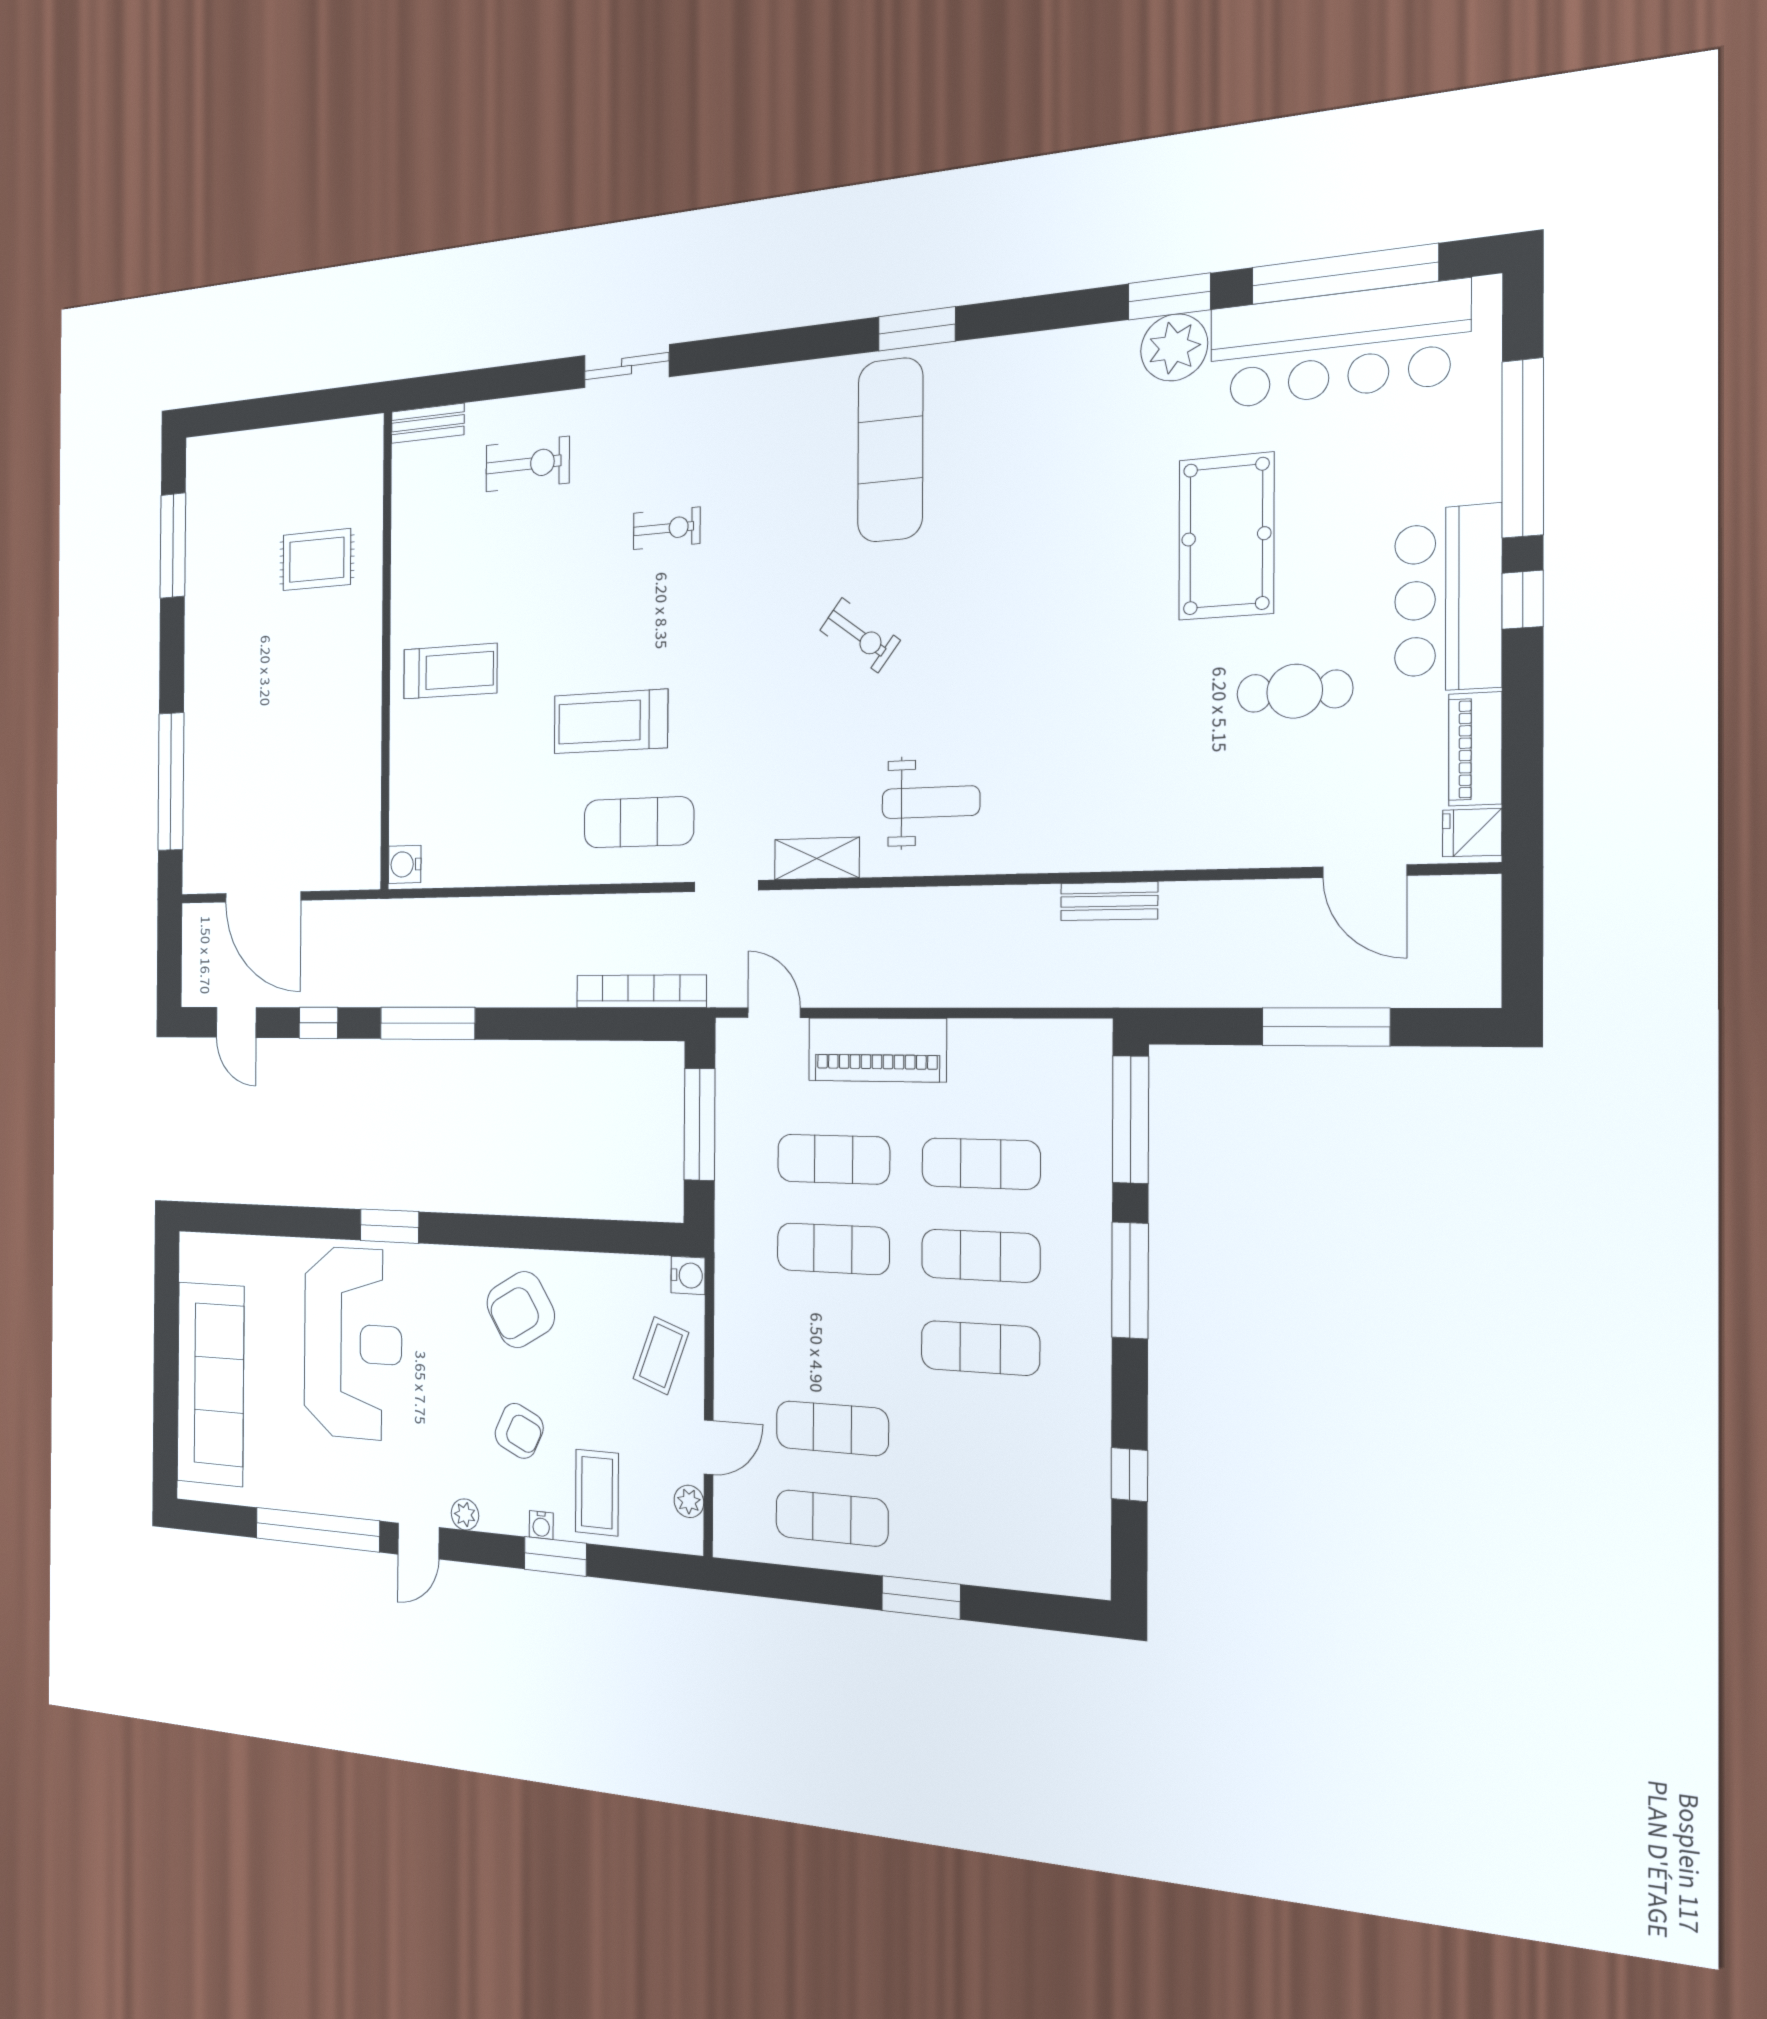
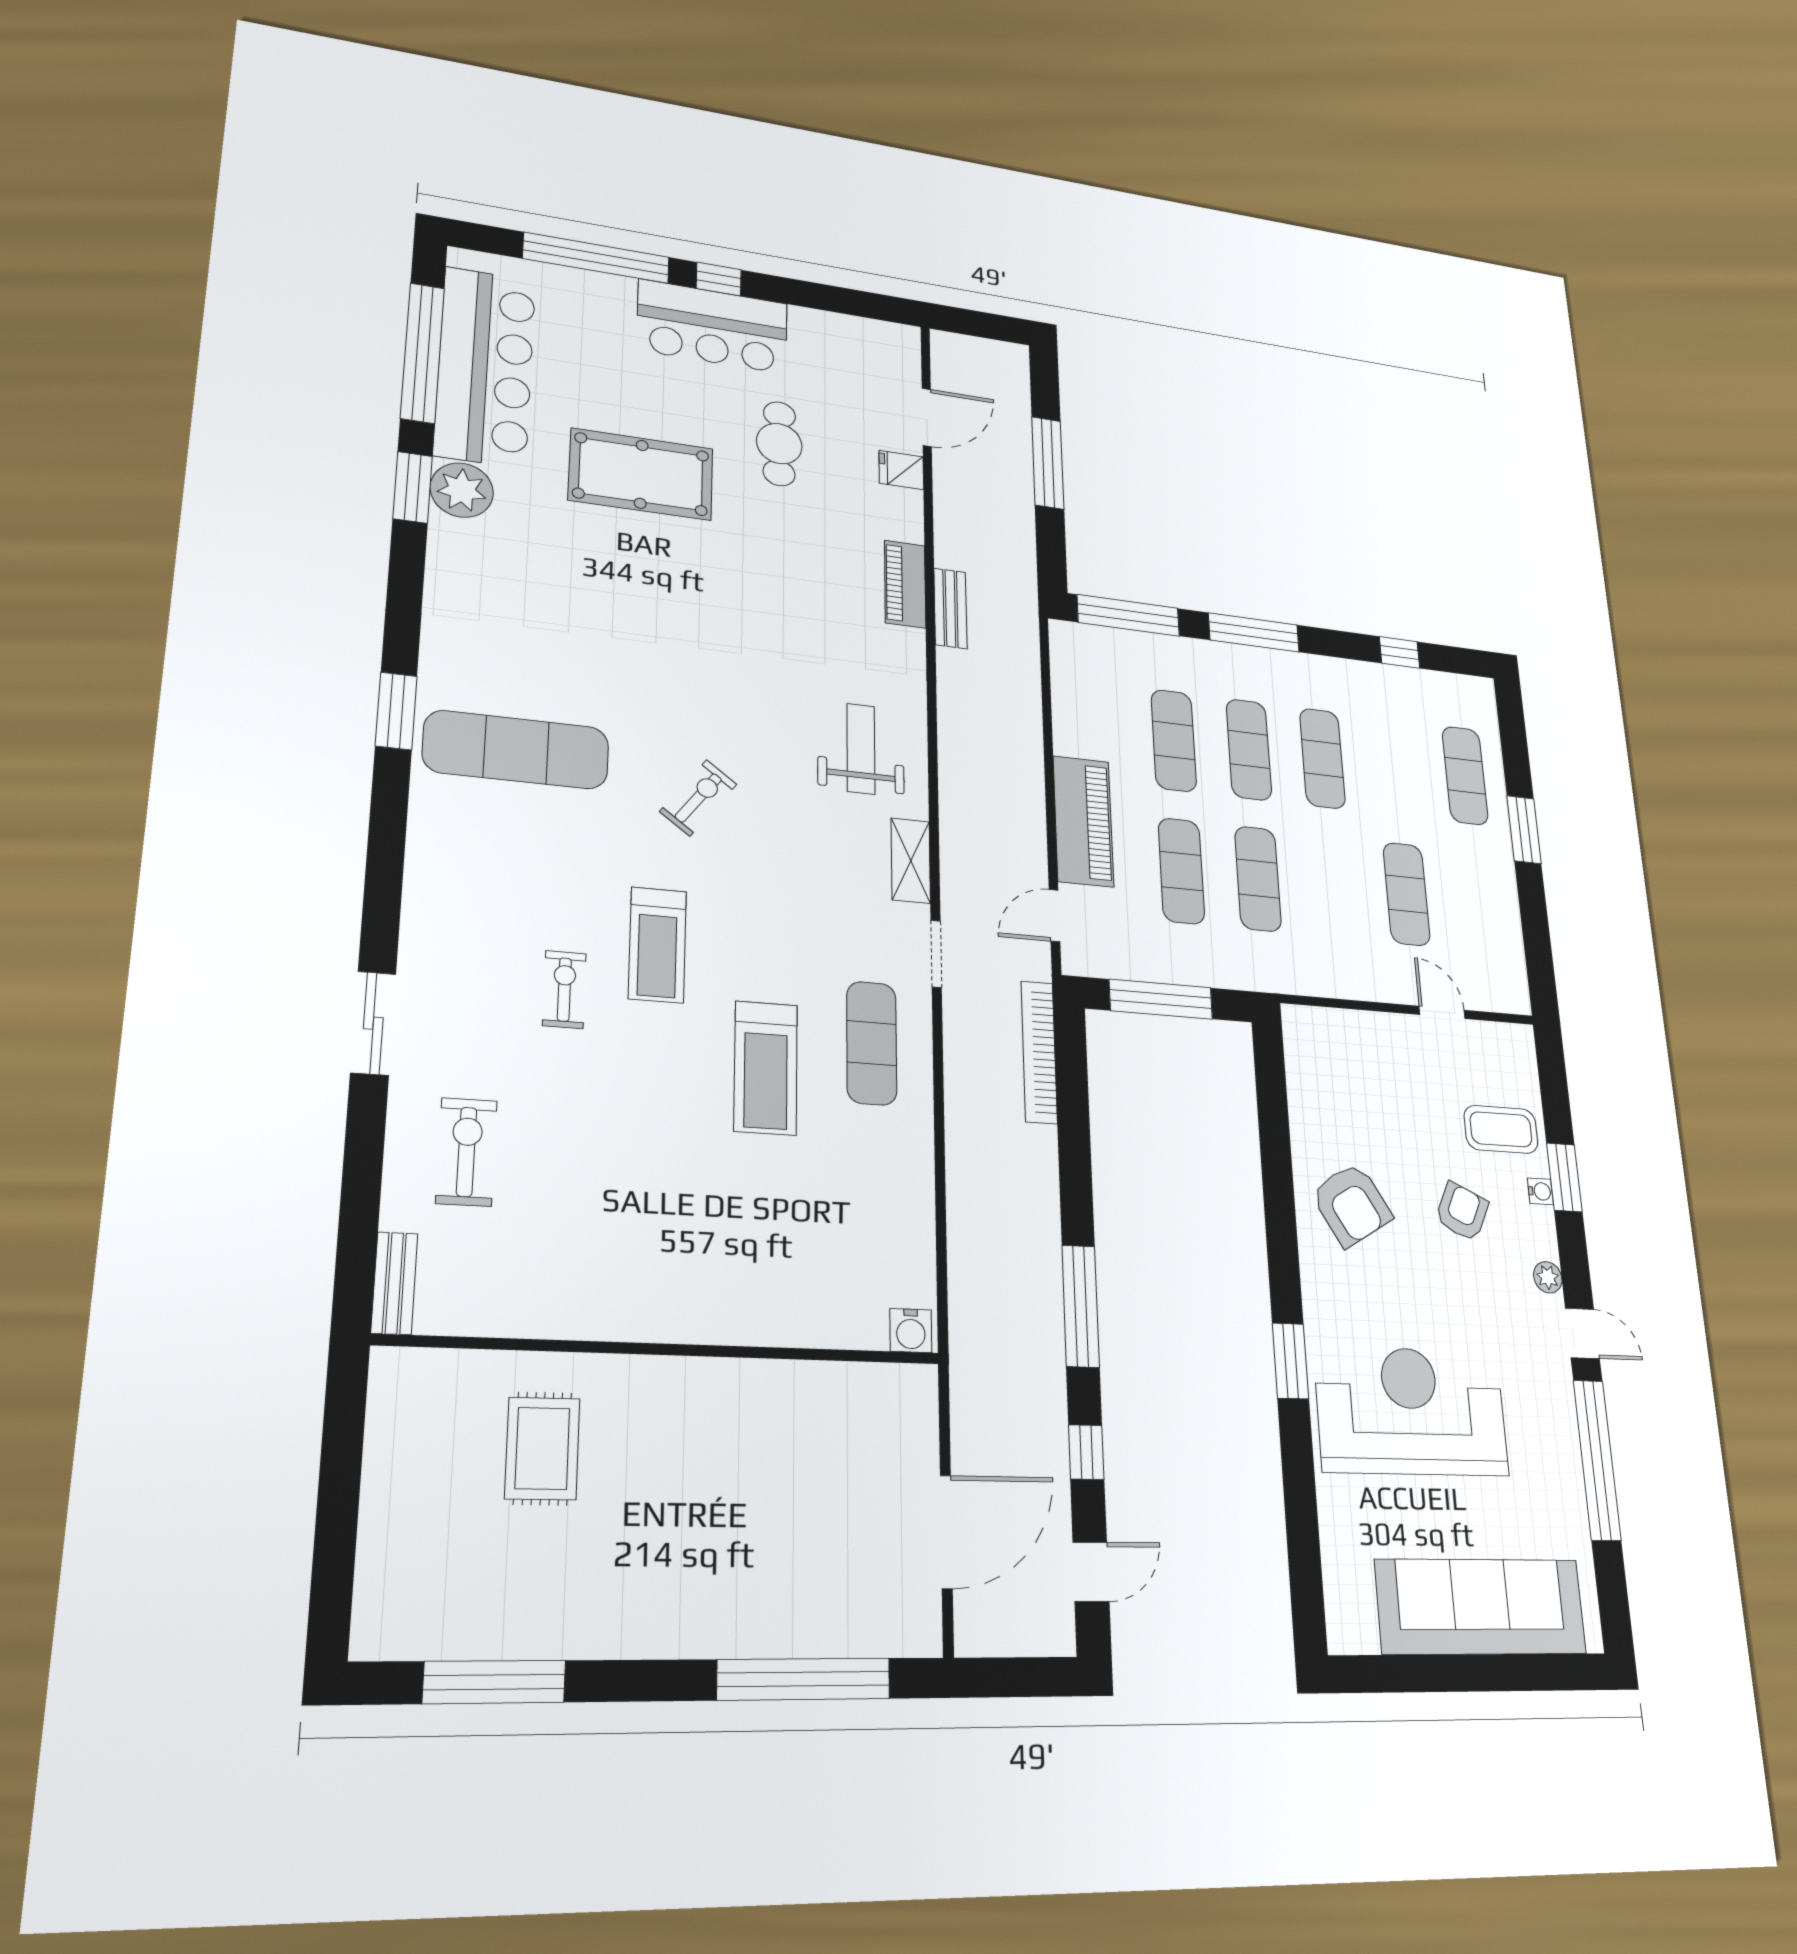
treadmill: (450, 671) -> (657, 945), moved, turned 180
piano: (1475, 749) -> (905, 584), moved, turned 90
fridge: (1472, 833) -> (901, 470), moved, turned 90
water cooler: (688, 1275) -> (1298, 1021), removed
coffee table: (661, 1356) -> (1372, 1054), removed
plant: (689, 1501) -> (1491, 1035), removed
exercise mat: (832, 1518) -> (1465, 776), moved

